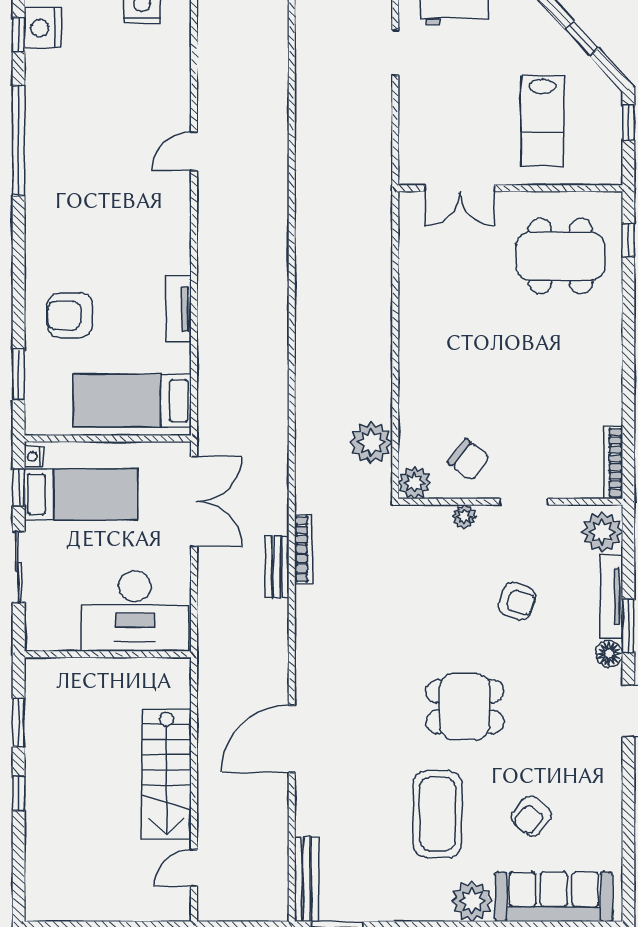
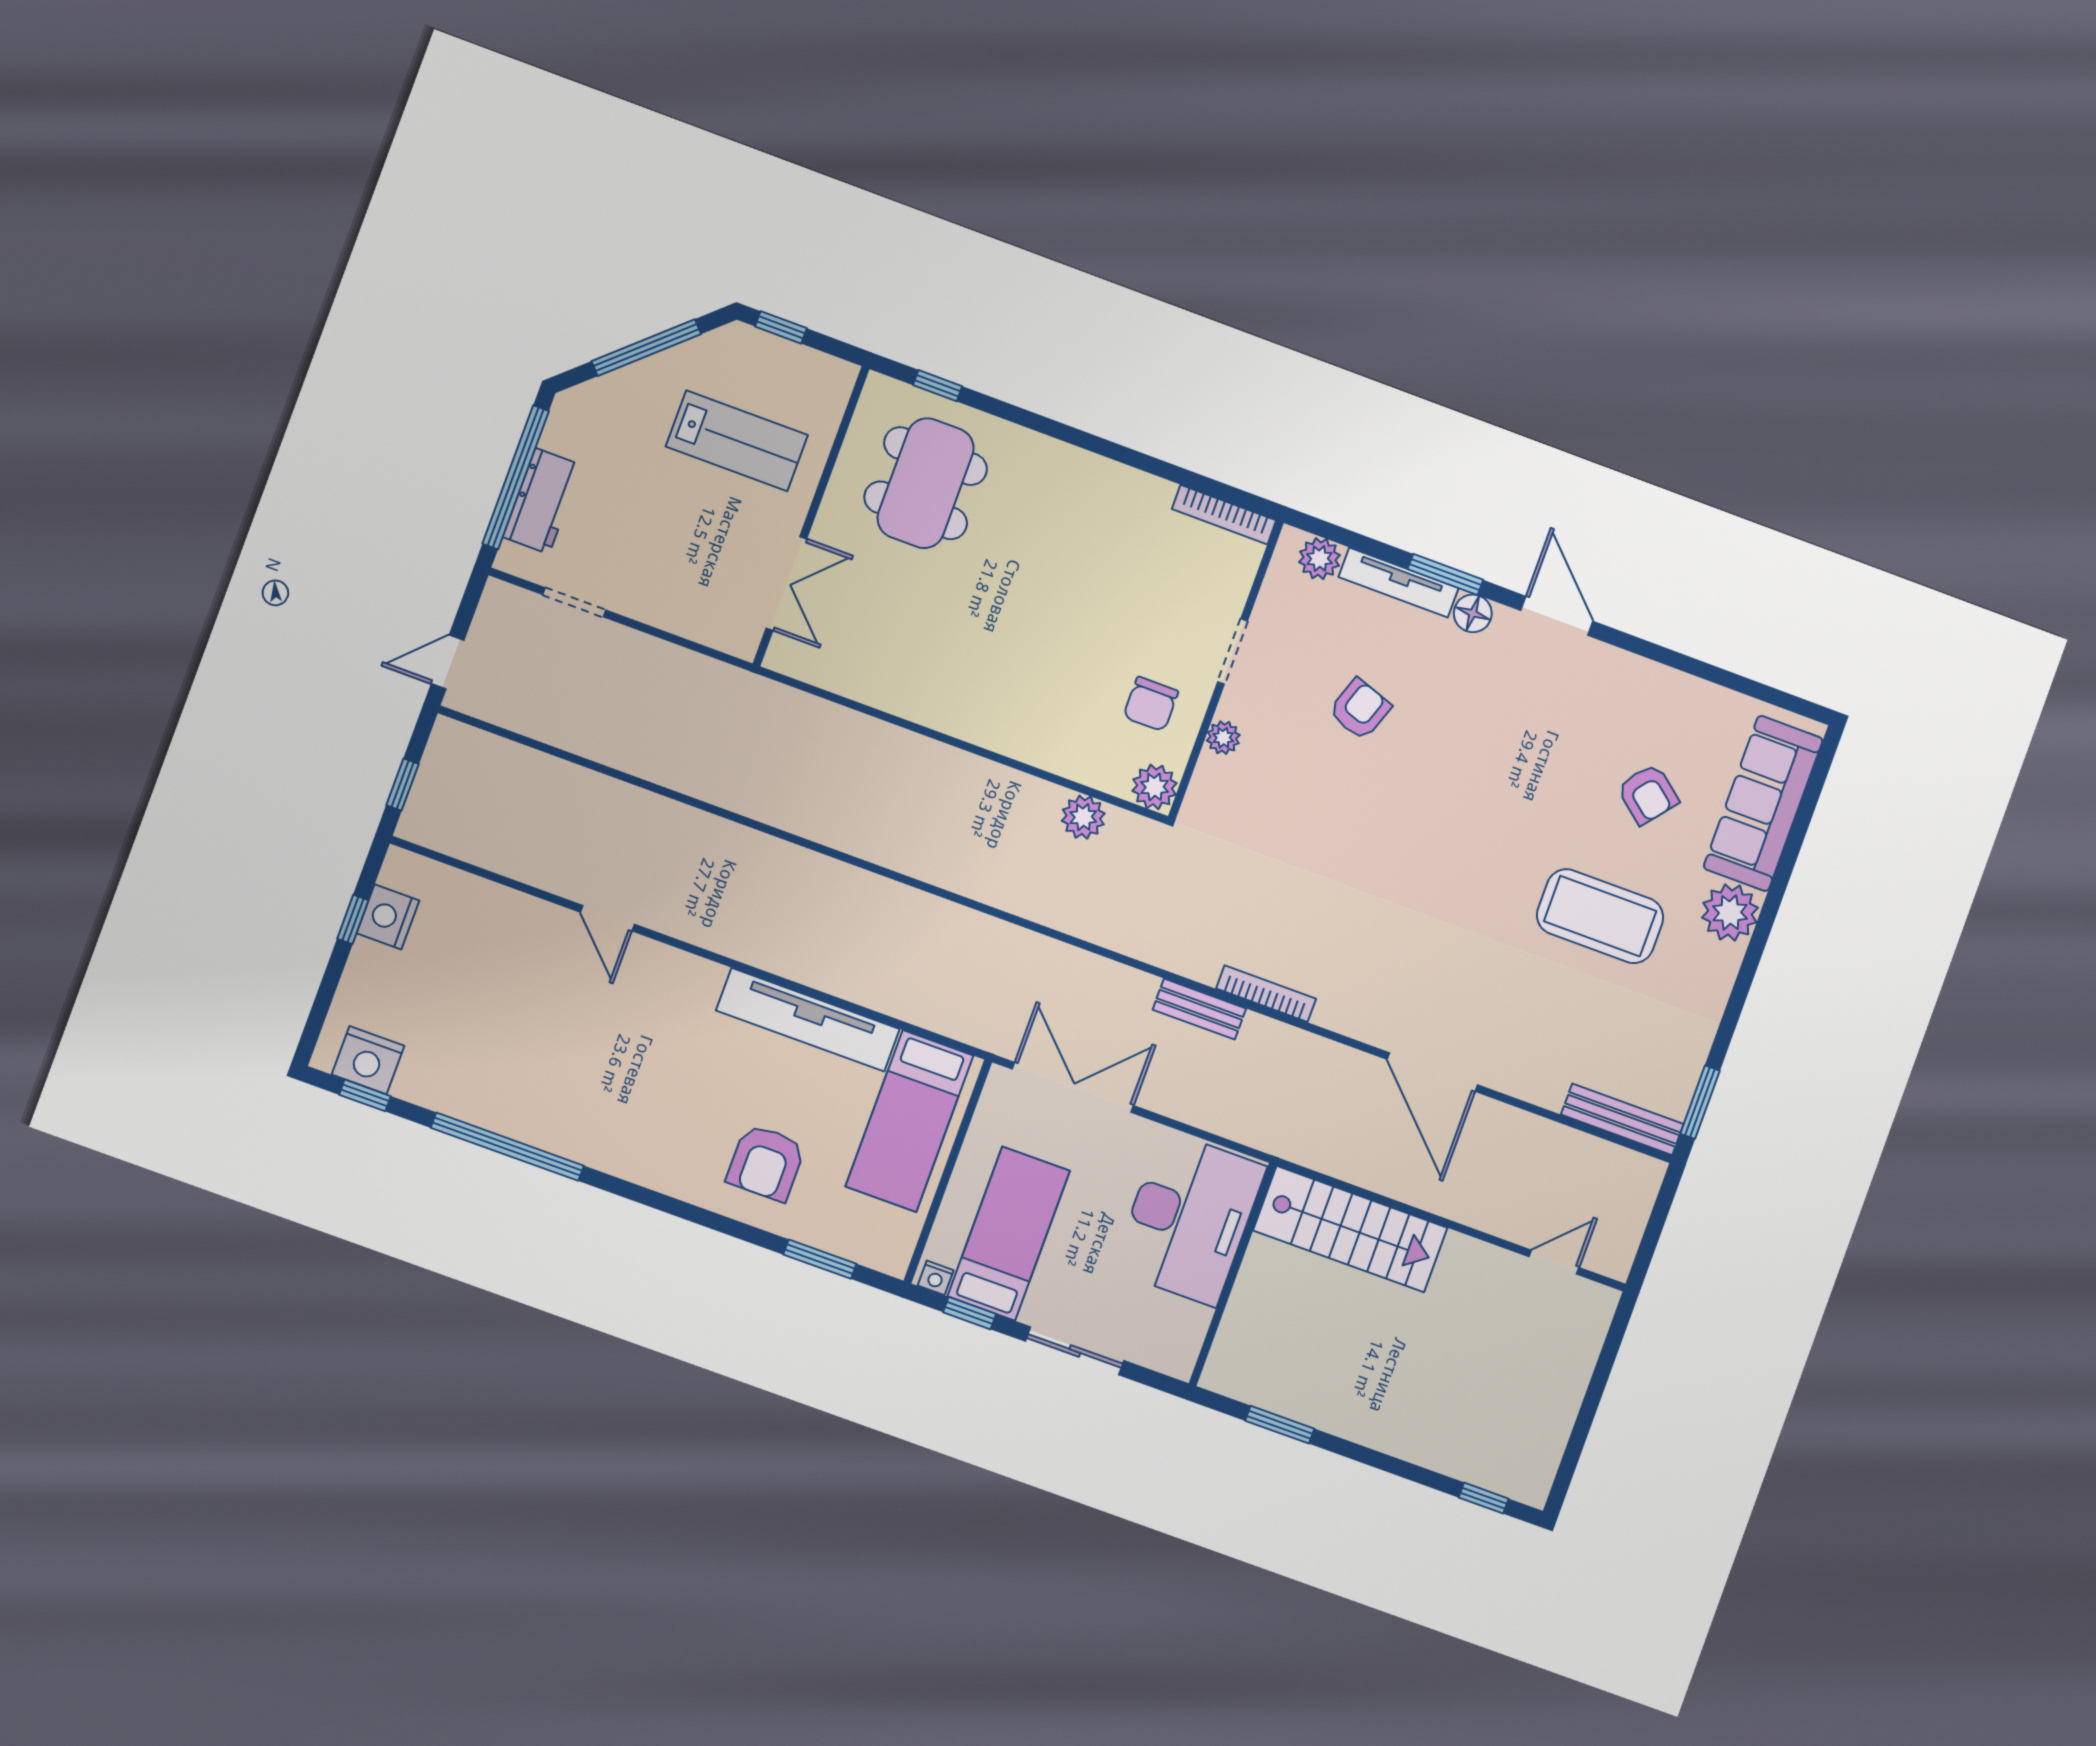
window: (582, 39) -> (646, 348), width x2.17
tv unit: (179, 309) -> (808, 1020), width x1.92, depth x1.29
plant: (371, 442) -> (1083, 817), width x0.73, depth x0.73
chair: (469, 460) -> (1151, 704), turned 142
plant: (602, 532) -> (1319, 559), width x0.73, depth x0.73
bookcase: (304, 549) -> (1266, 994), moved
dining table: (465, 706) -> (1473, 829), removed
stairs: (167, 774) -> (1350, 1229), moved
window: (19, 793) -> (1484, 1498), moved
door: (194, 868) -> (1554, 1262), swing flipped

